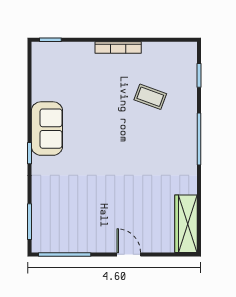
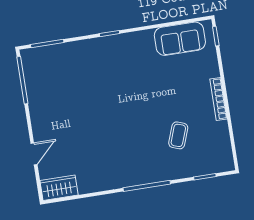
sofa: (47, 129) -> (180, 39), moved
wardrobe: (186, 224) -> (59, 188), width x0.67
door: (129, 254) -> (34, 154), moved

